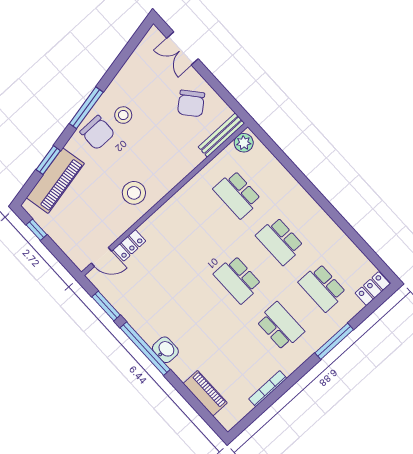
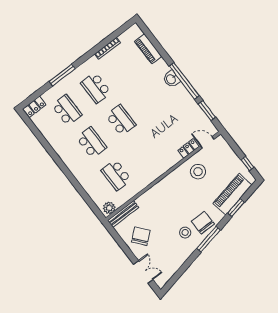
stool: (134, 193) -> (198, 172), moved
school desk: (237, 194) -> (116, 175), turned 180

